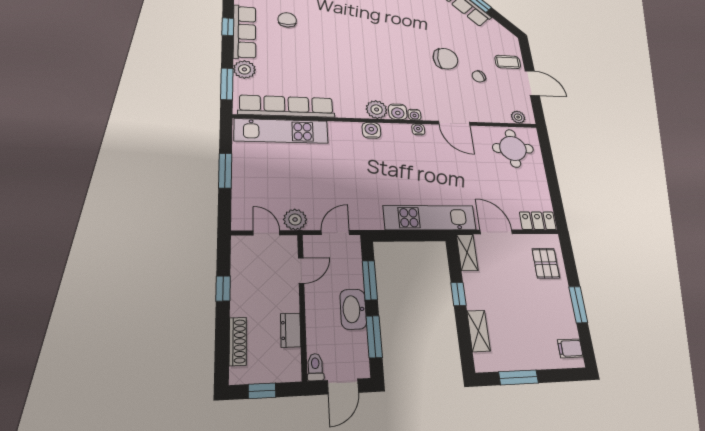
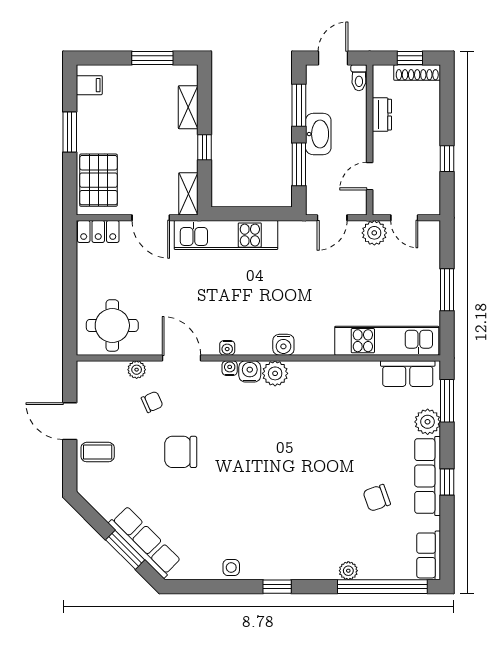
chair: (287, 20) -> (377, 498), turned 71
chair: (479, 76) -> (152, 402), moved
row of seats: (287, 106) -> (408, 374), width x0.50
plant: (518, 117) -> (137, 370), moved
pallet: (546, 263) -> (98, 180), width x1.50, depth x1.42
shoe rack: (238, 341) -> (417, 73), moved, turned -90

